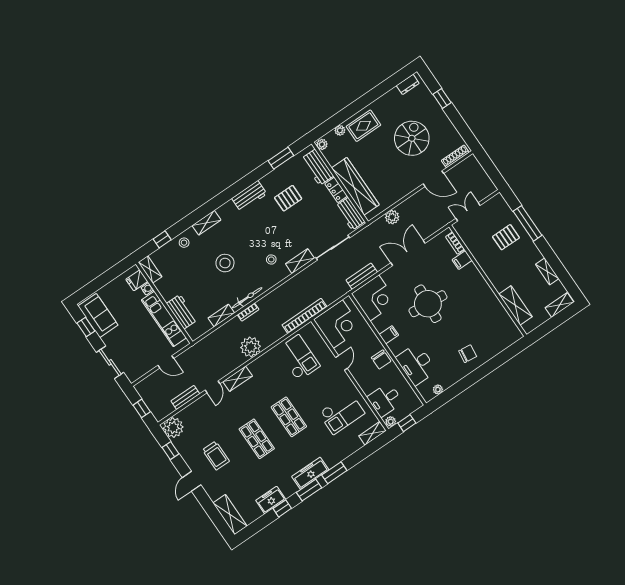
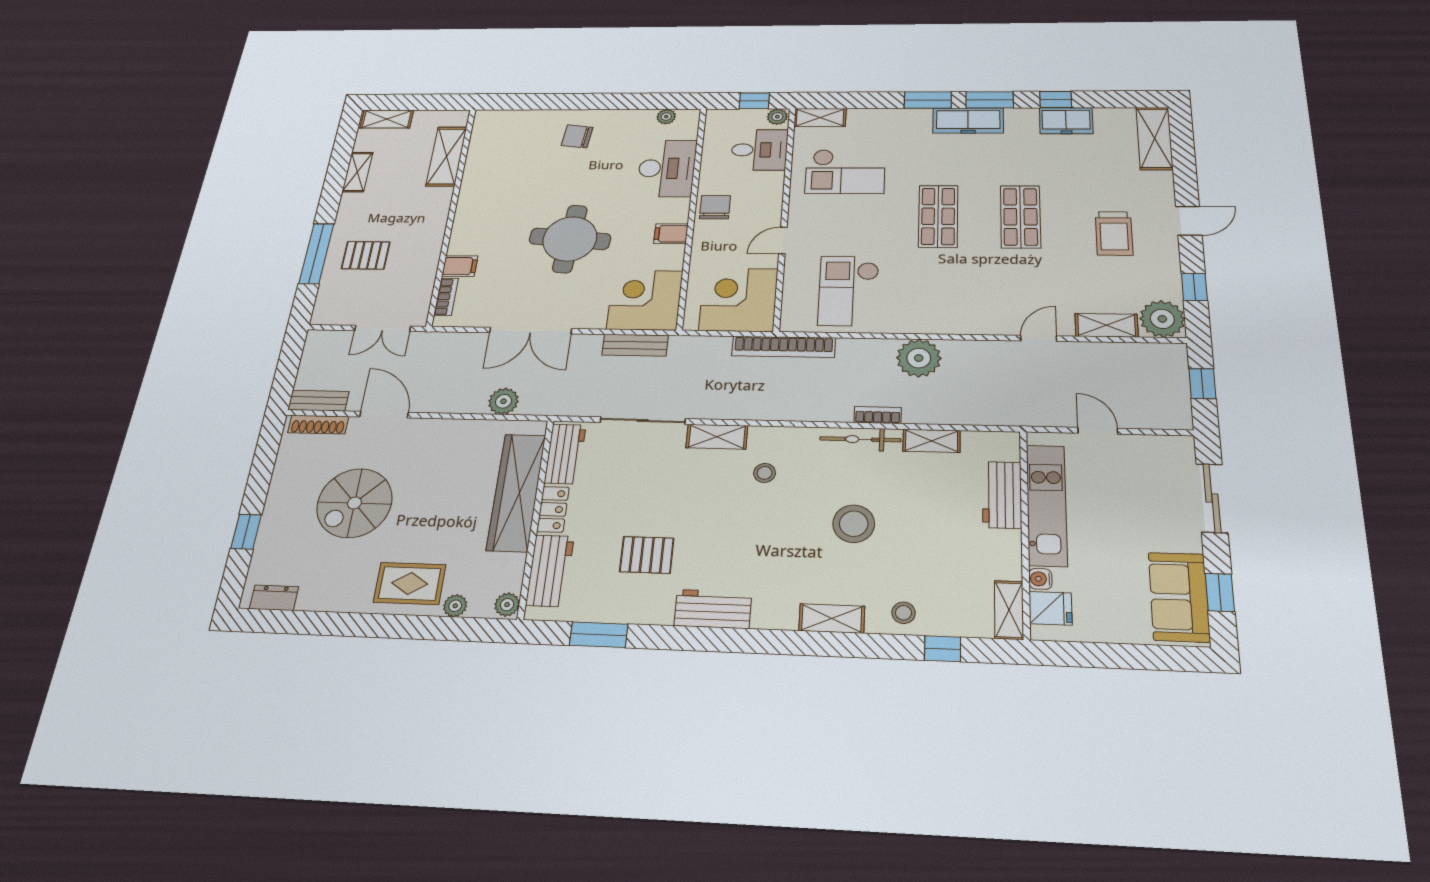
shelving: (238, 379) -> (1106, 325), moved
bench: (185, 397) -> (318, 401), moved
checkout: (342, 413) -> (845, 171), turned 180
trolley: (216, 456) -> (1114, 233), turned 180

